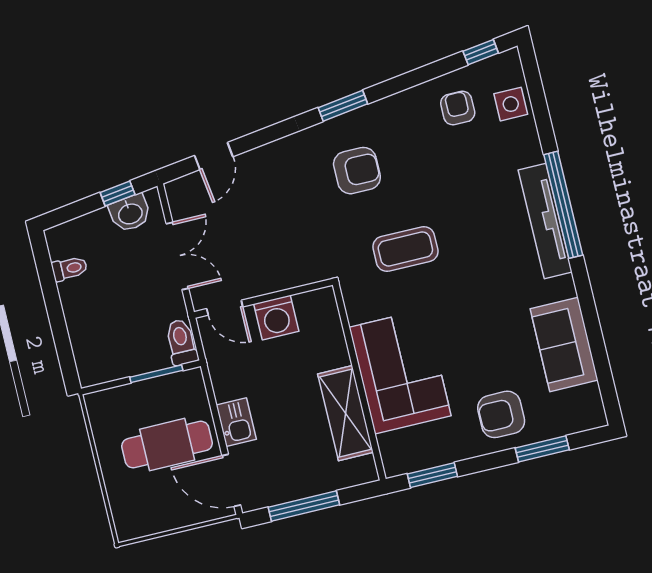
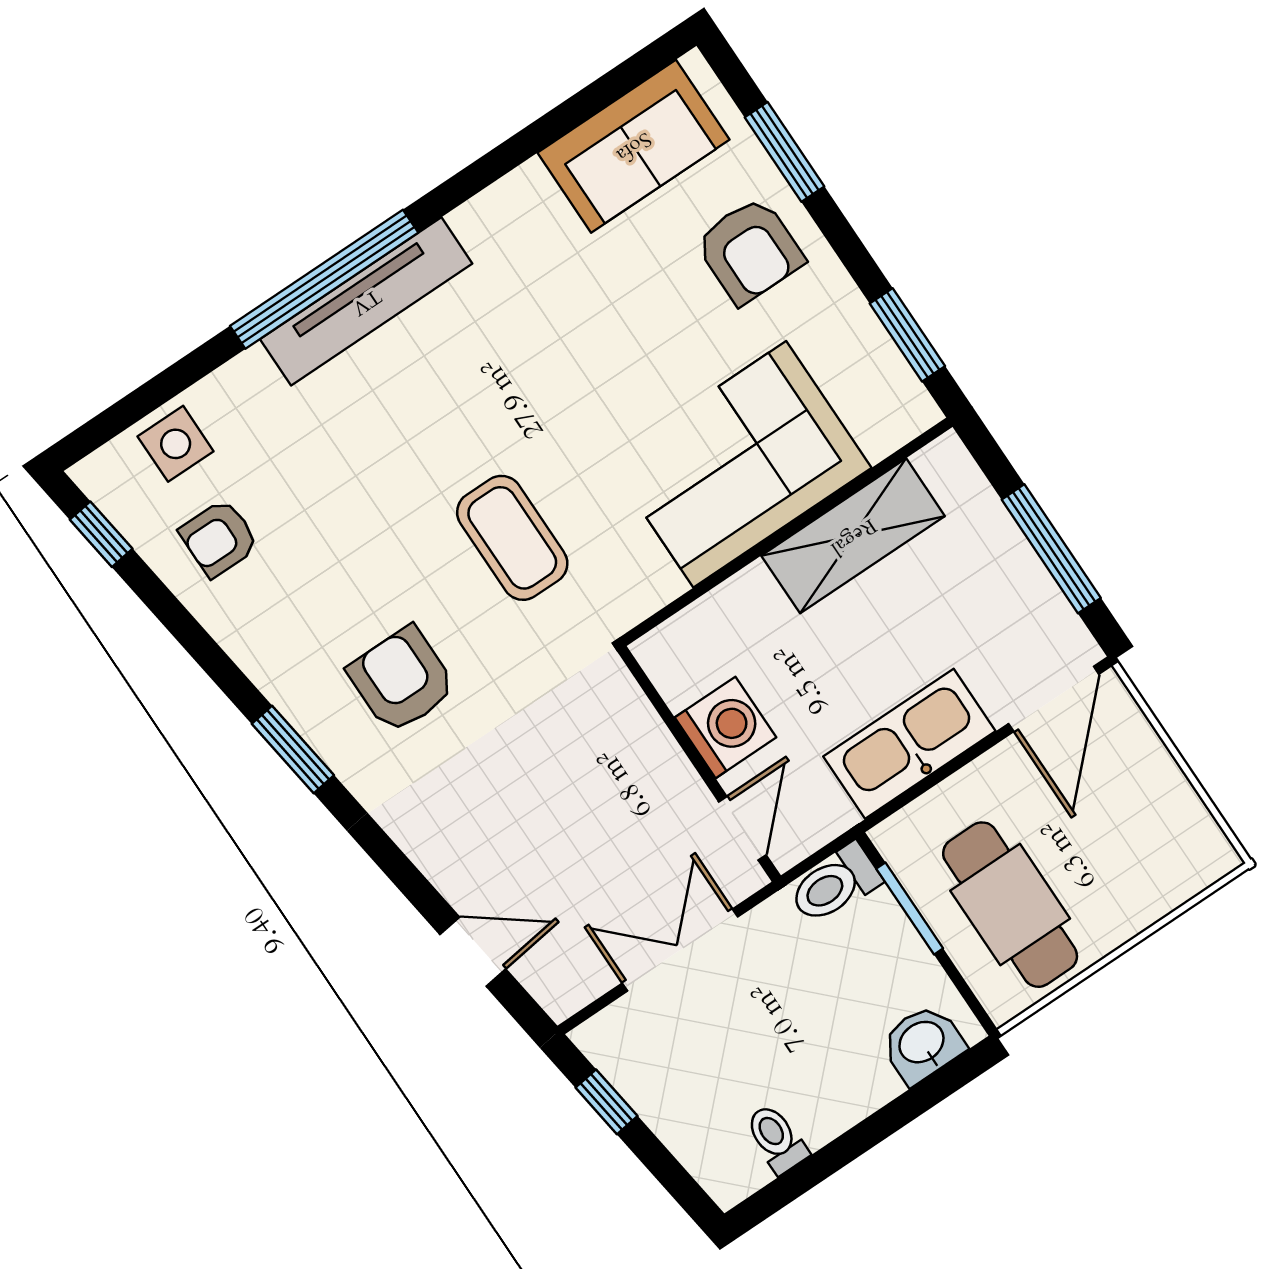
washbasin: (130, 213) -> (922, 1044), moved, turned -82
sofa: (564, 344) -> (633, 146), moved
kitchen sink: (236, 422) -> (909, 744), width x1.87, depth x1.24
cafe table: (167, 445) -> (1010, 905), moved

